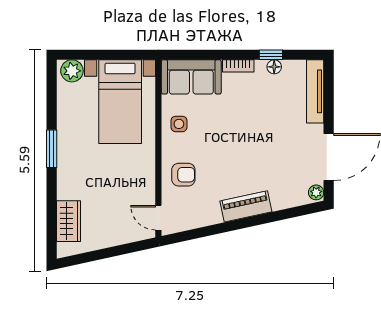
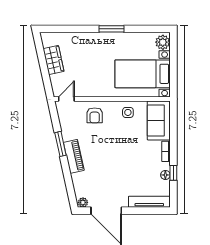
wardrobe: (68, 221) -> (53, 60), moved, turned -102
window: (227, 227) -> (60, 144), added

